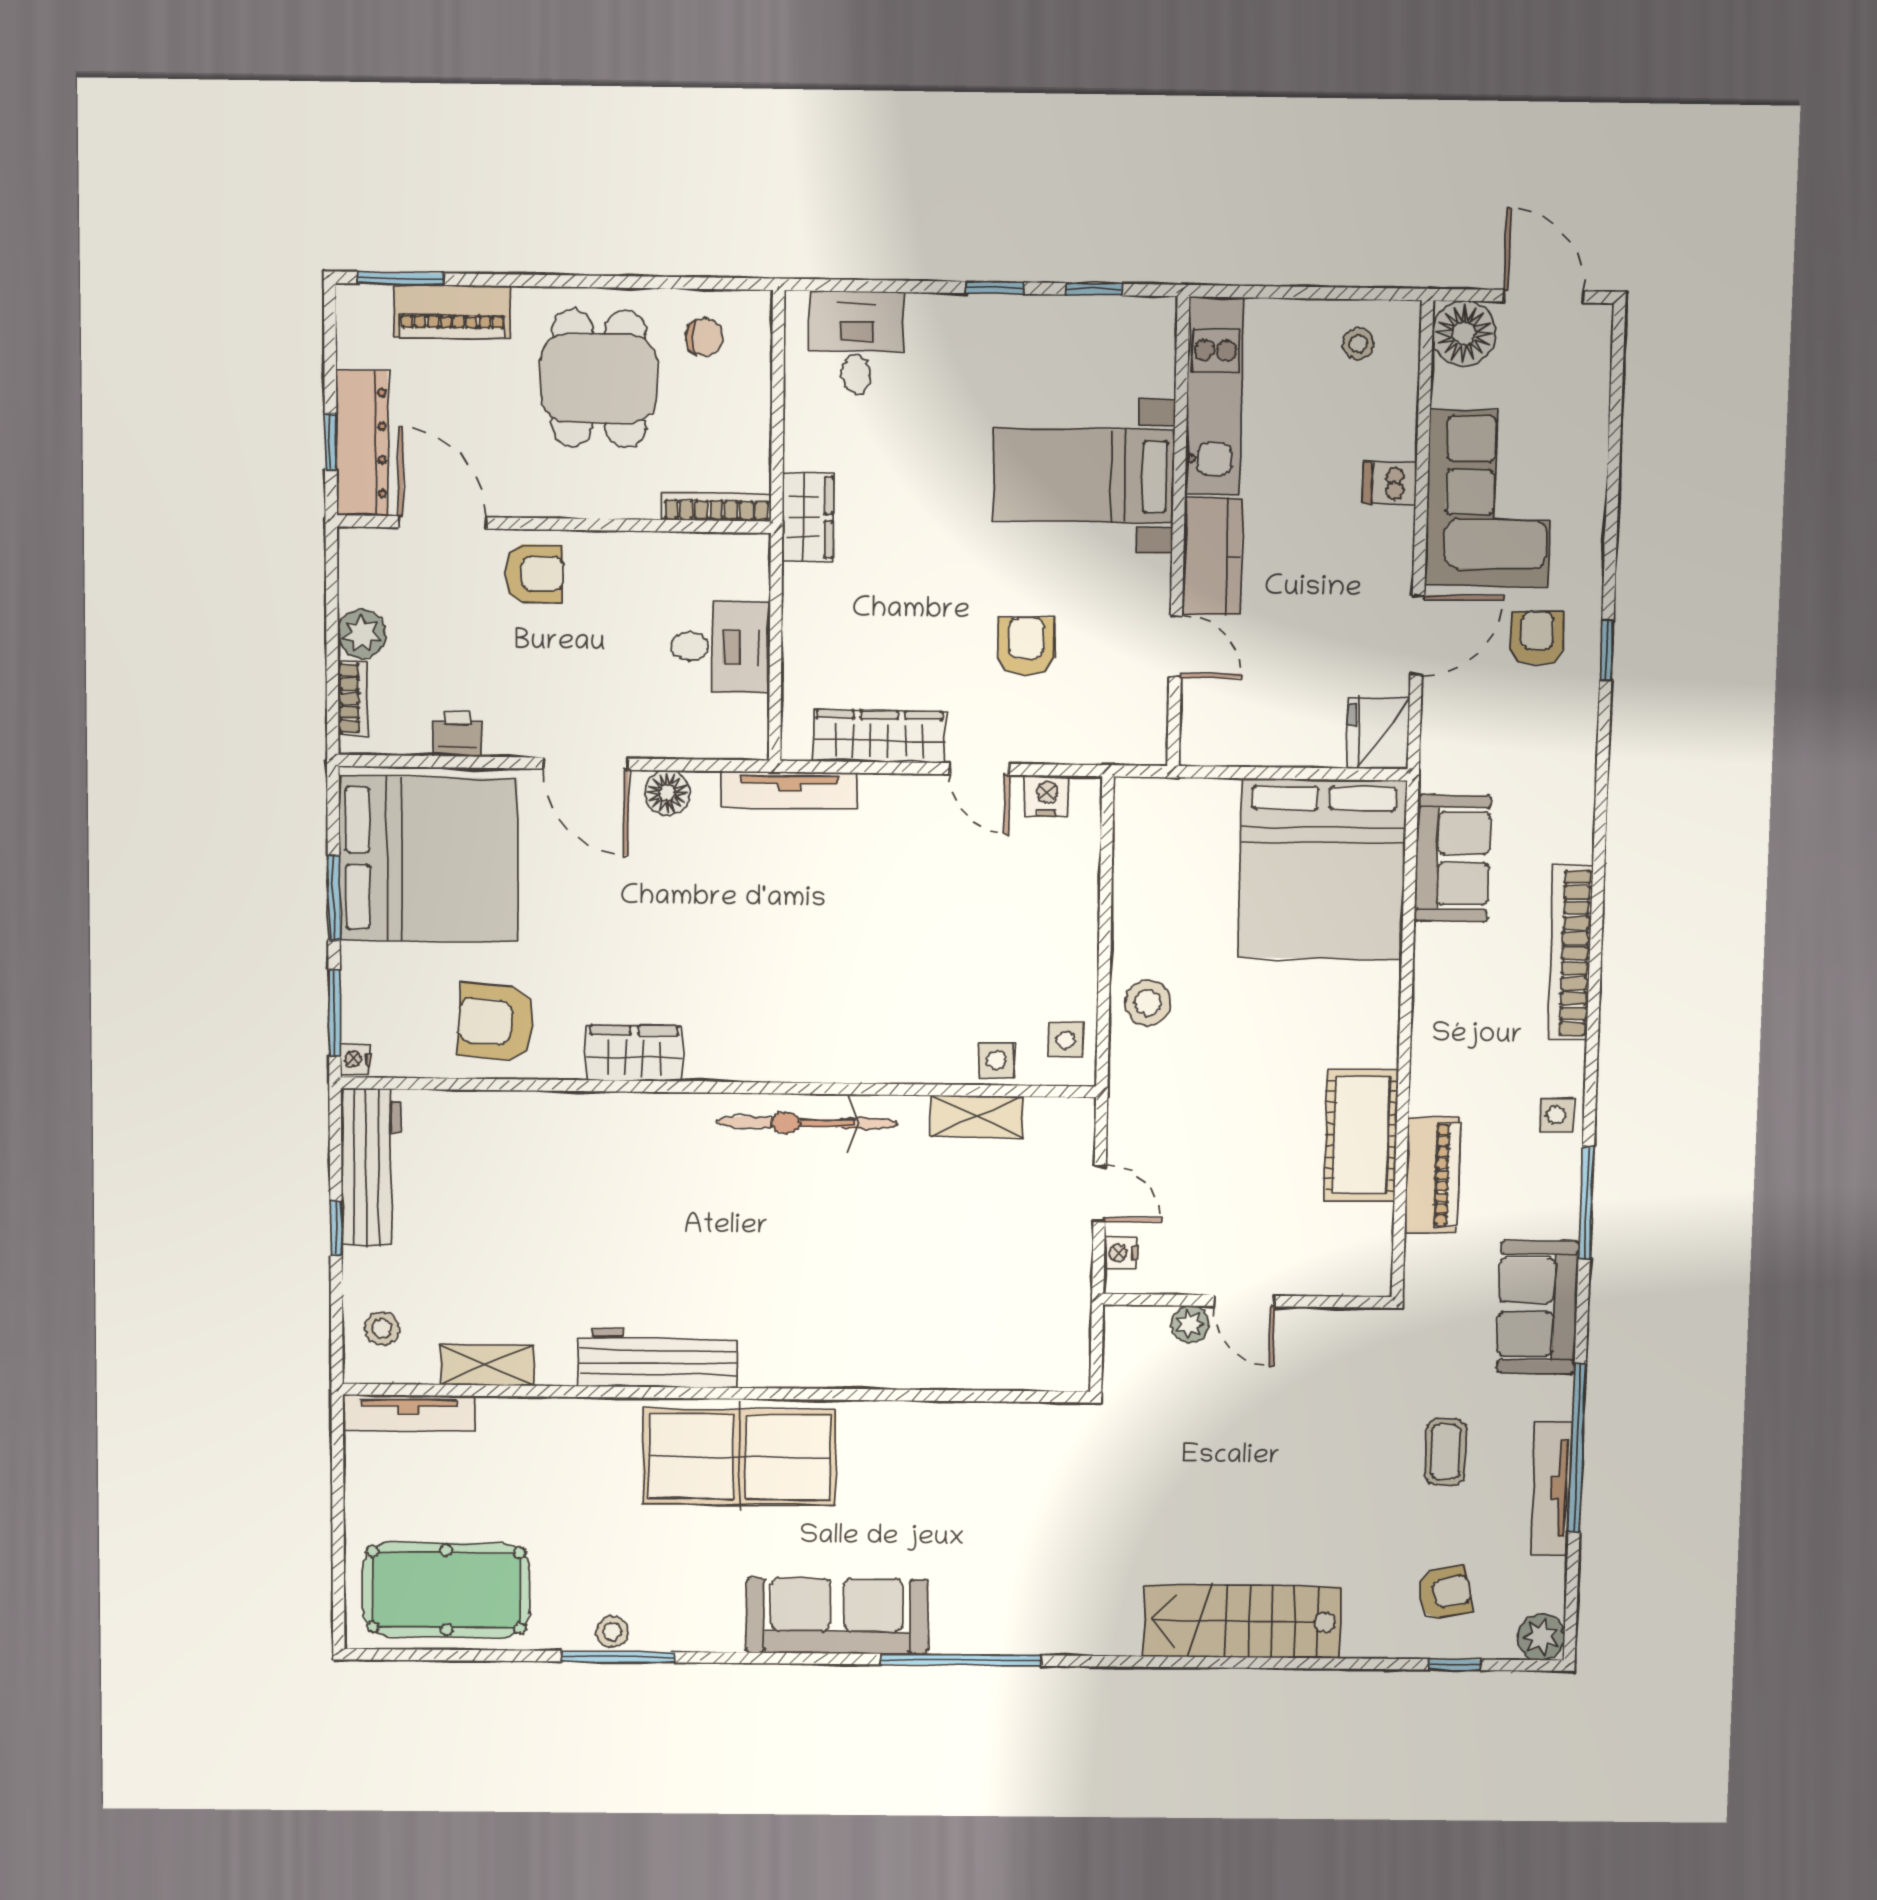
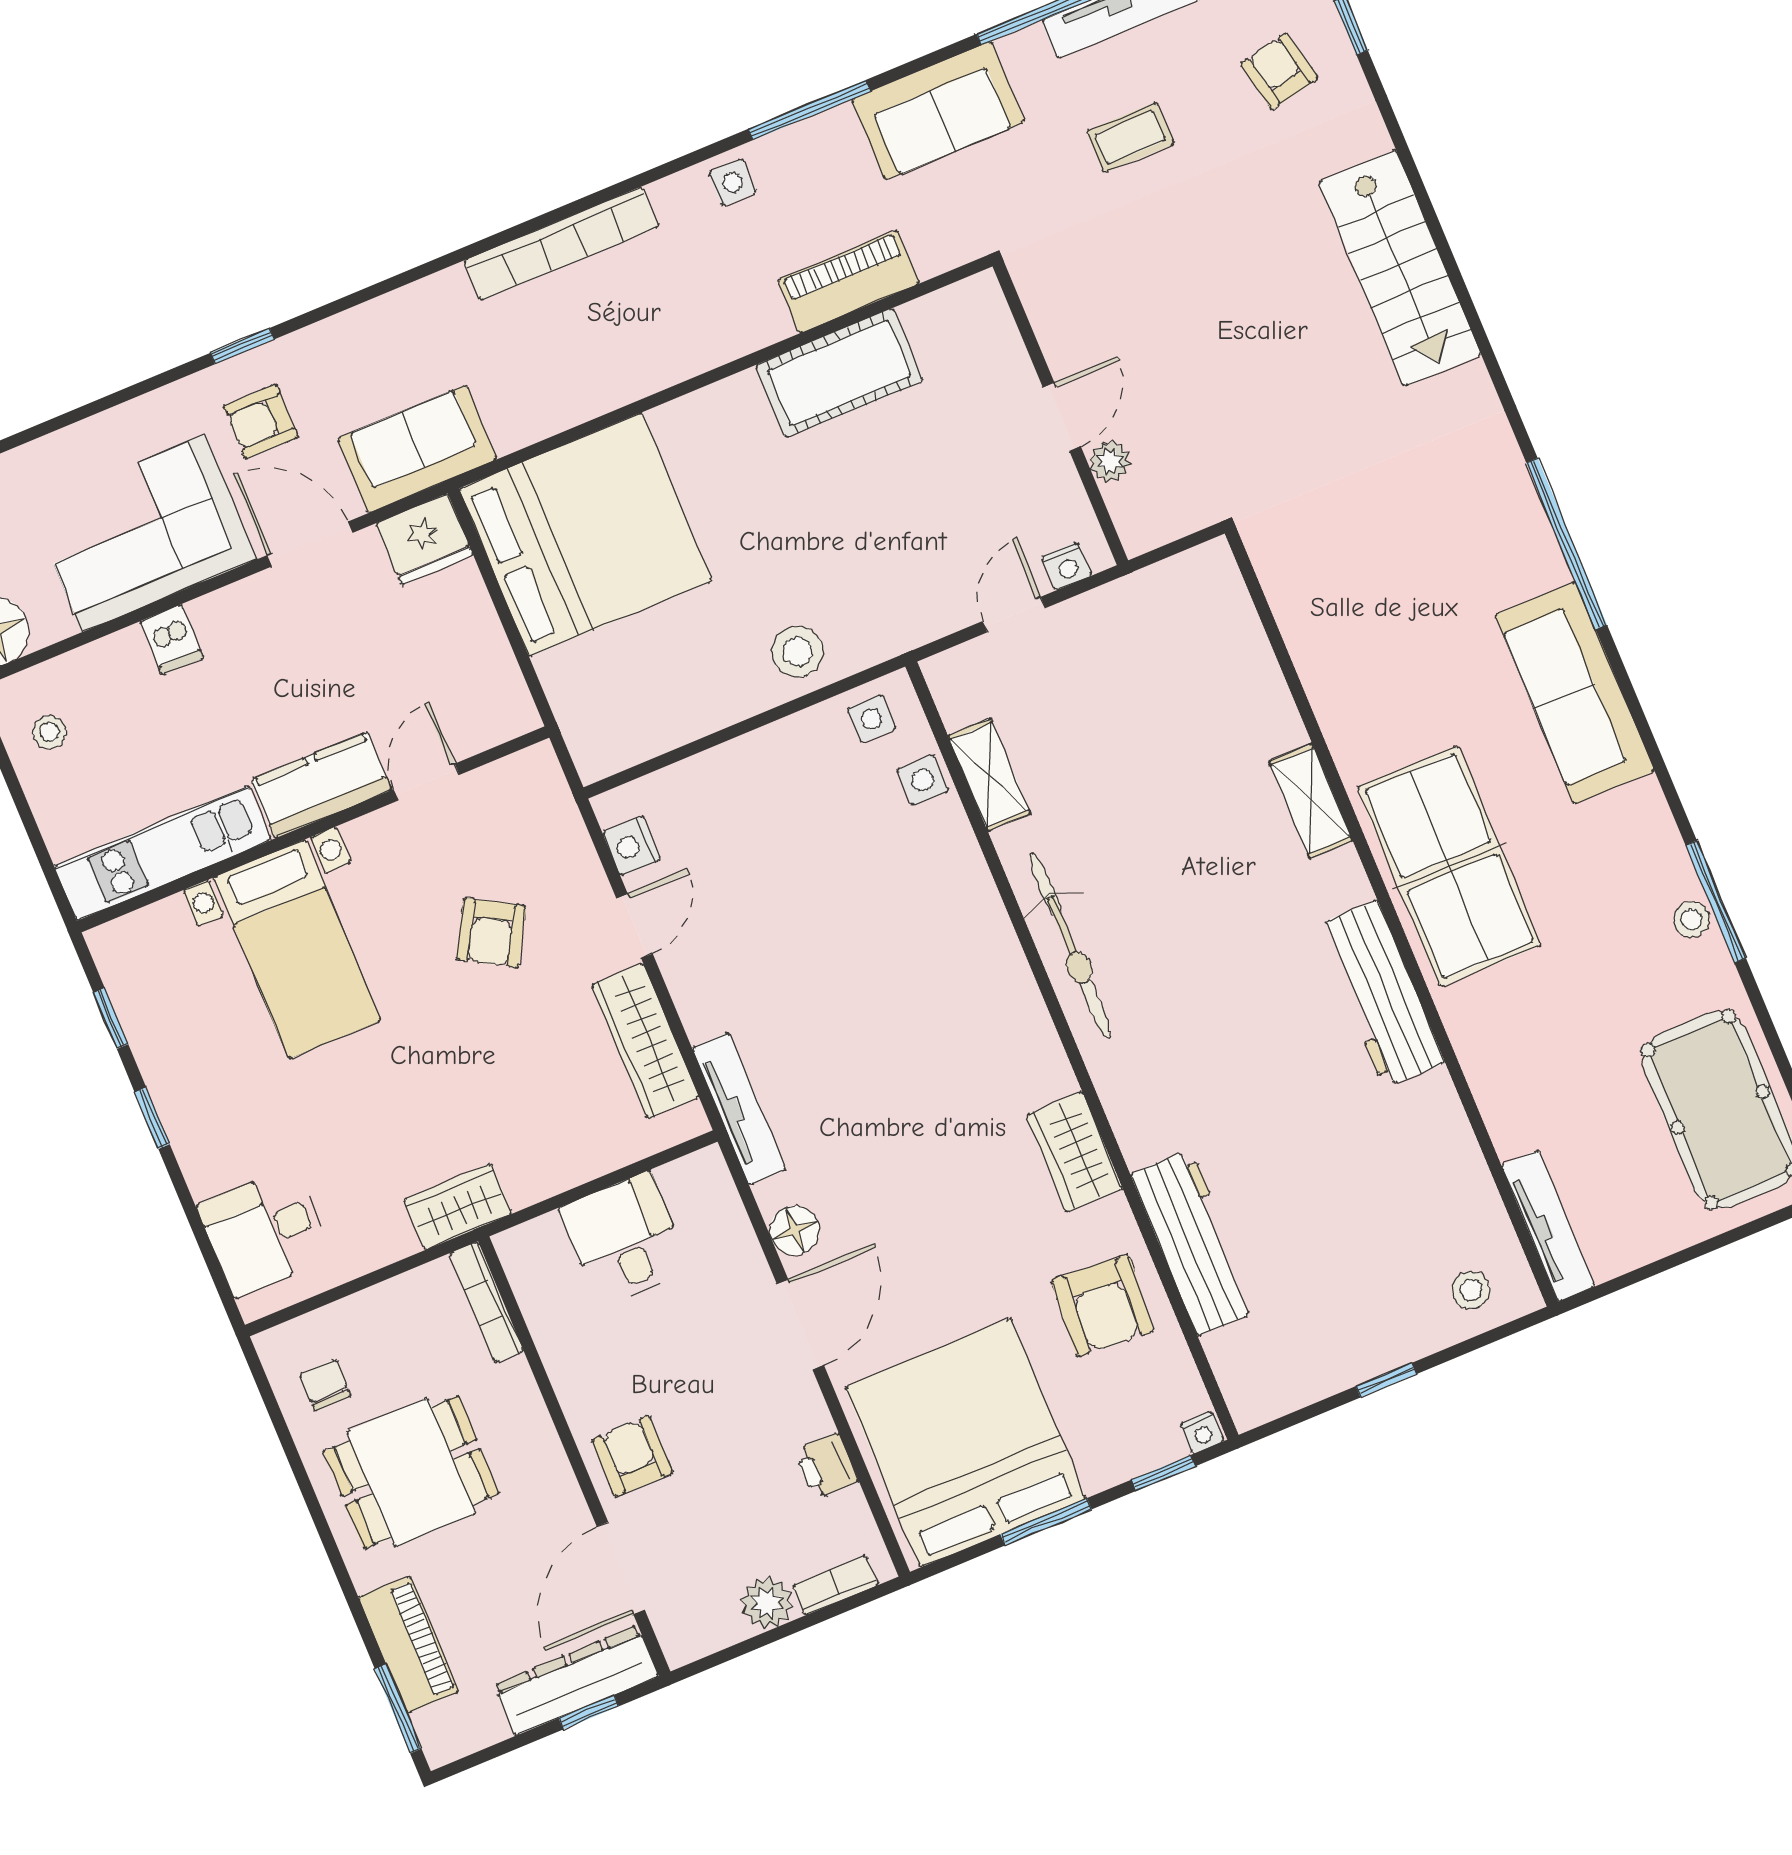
armchair: (1026, 646) -> (491, 933), turned -60
sofa: (1453, 858) -> (417, 449), moved
window: (335, 1013) -> (1163, 1473), width x0.67
workbench: (371, 1167) -> (1194, 1243), moved, turned 90
shelving: (487, 1365) -> (1311, 801), moved

